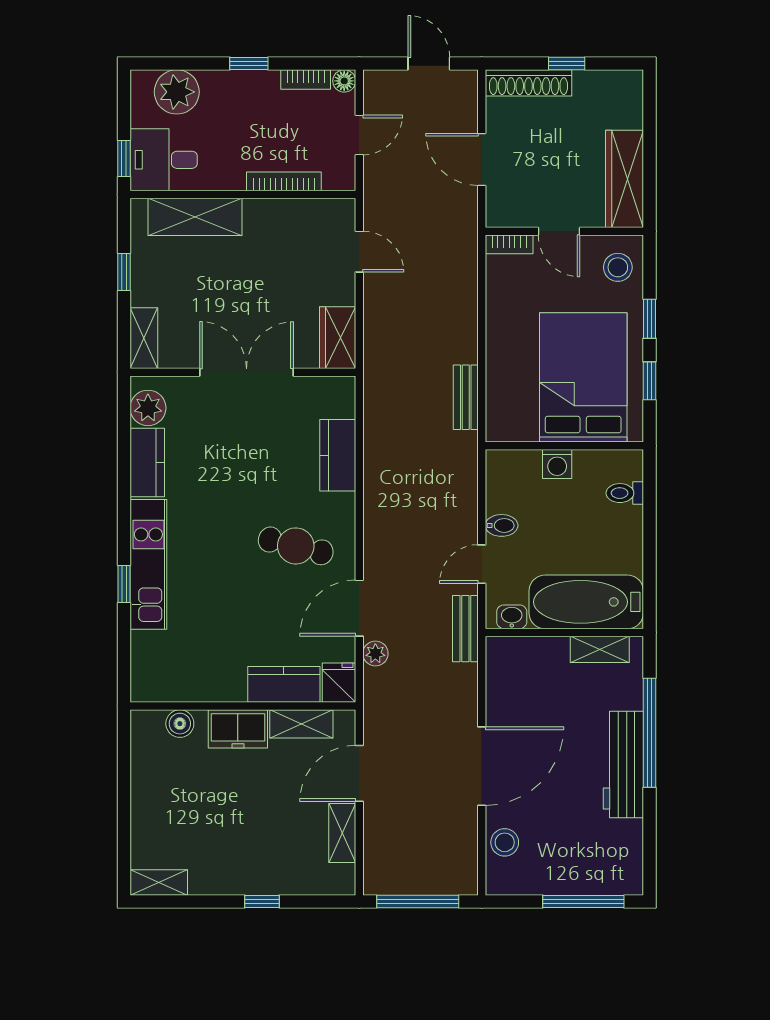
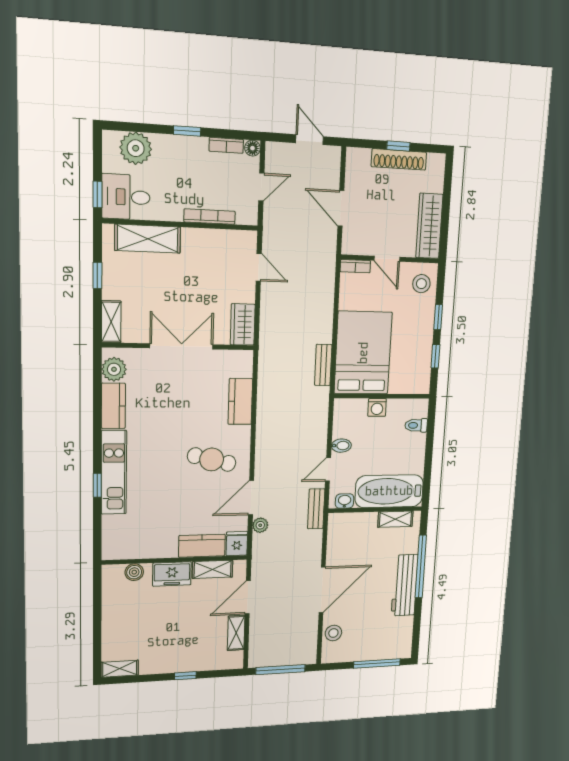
shoe rack: (528, 83) -> (399, 159), moved
bed: (583, 377) -> (363, 353), moved

